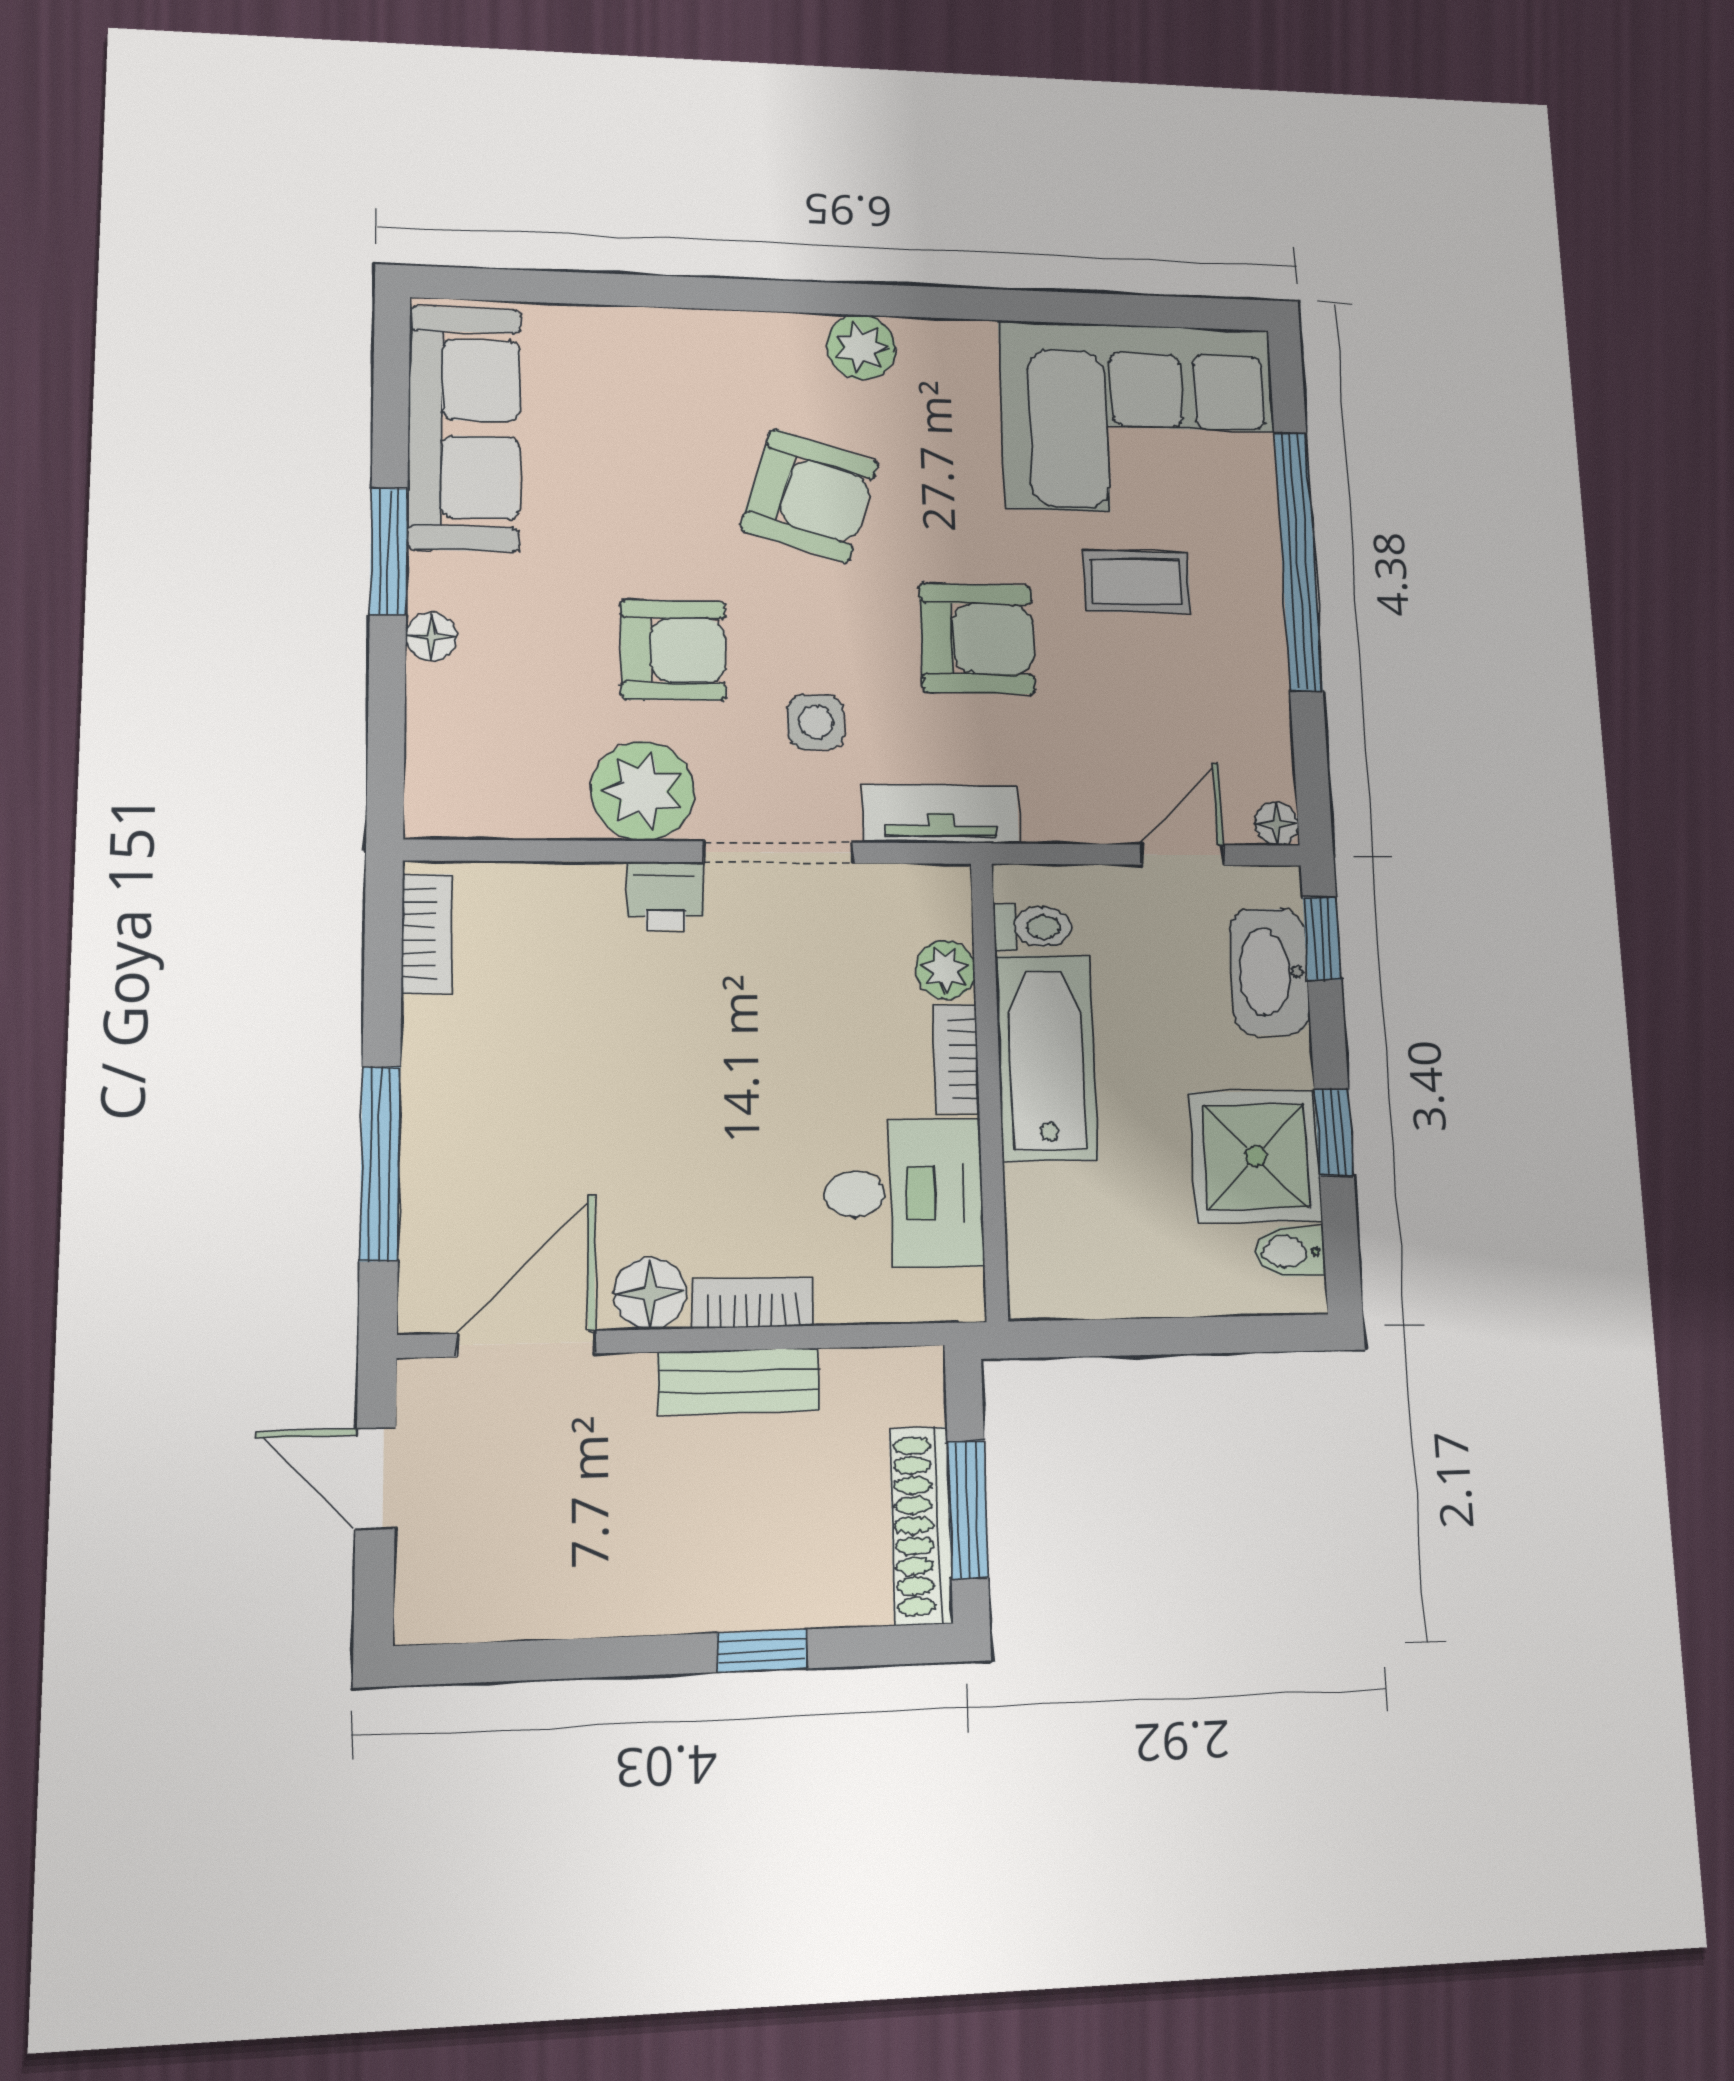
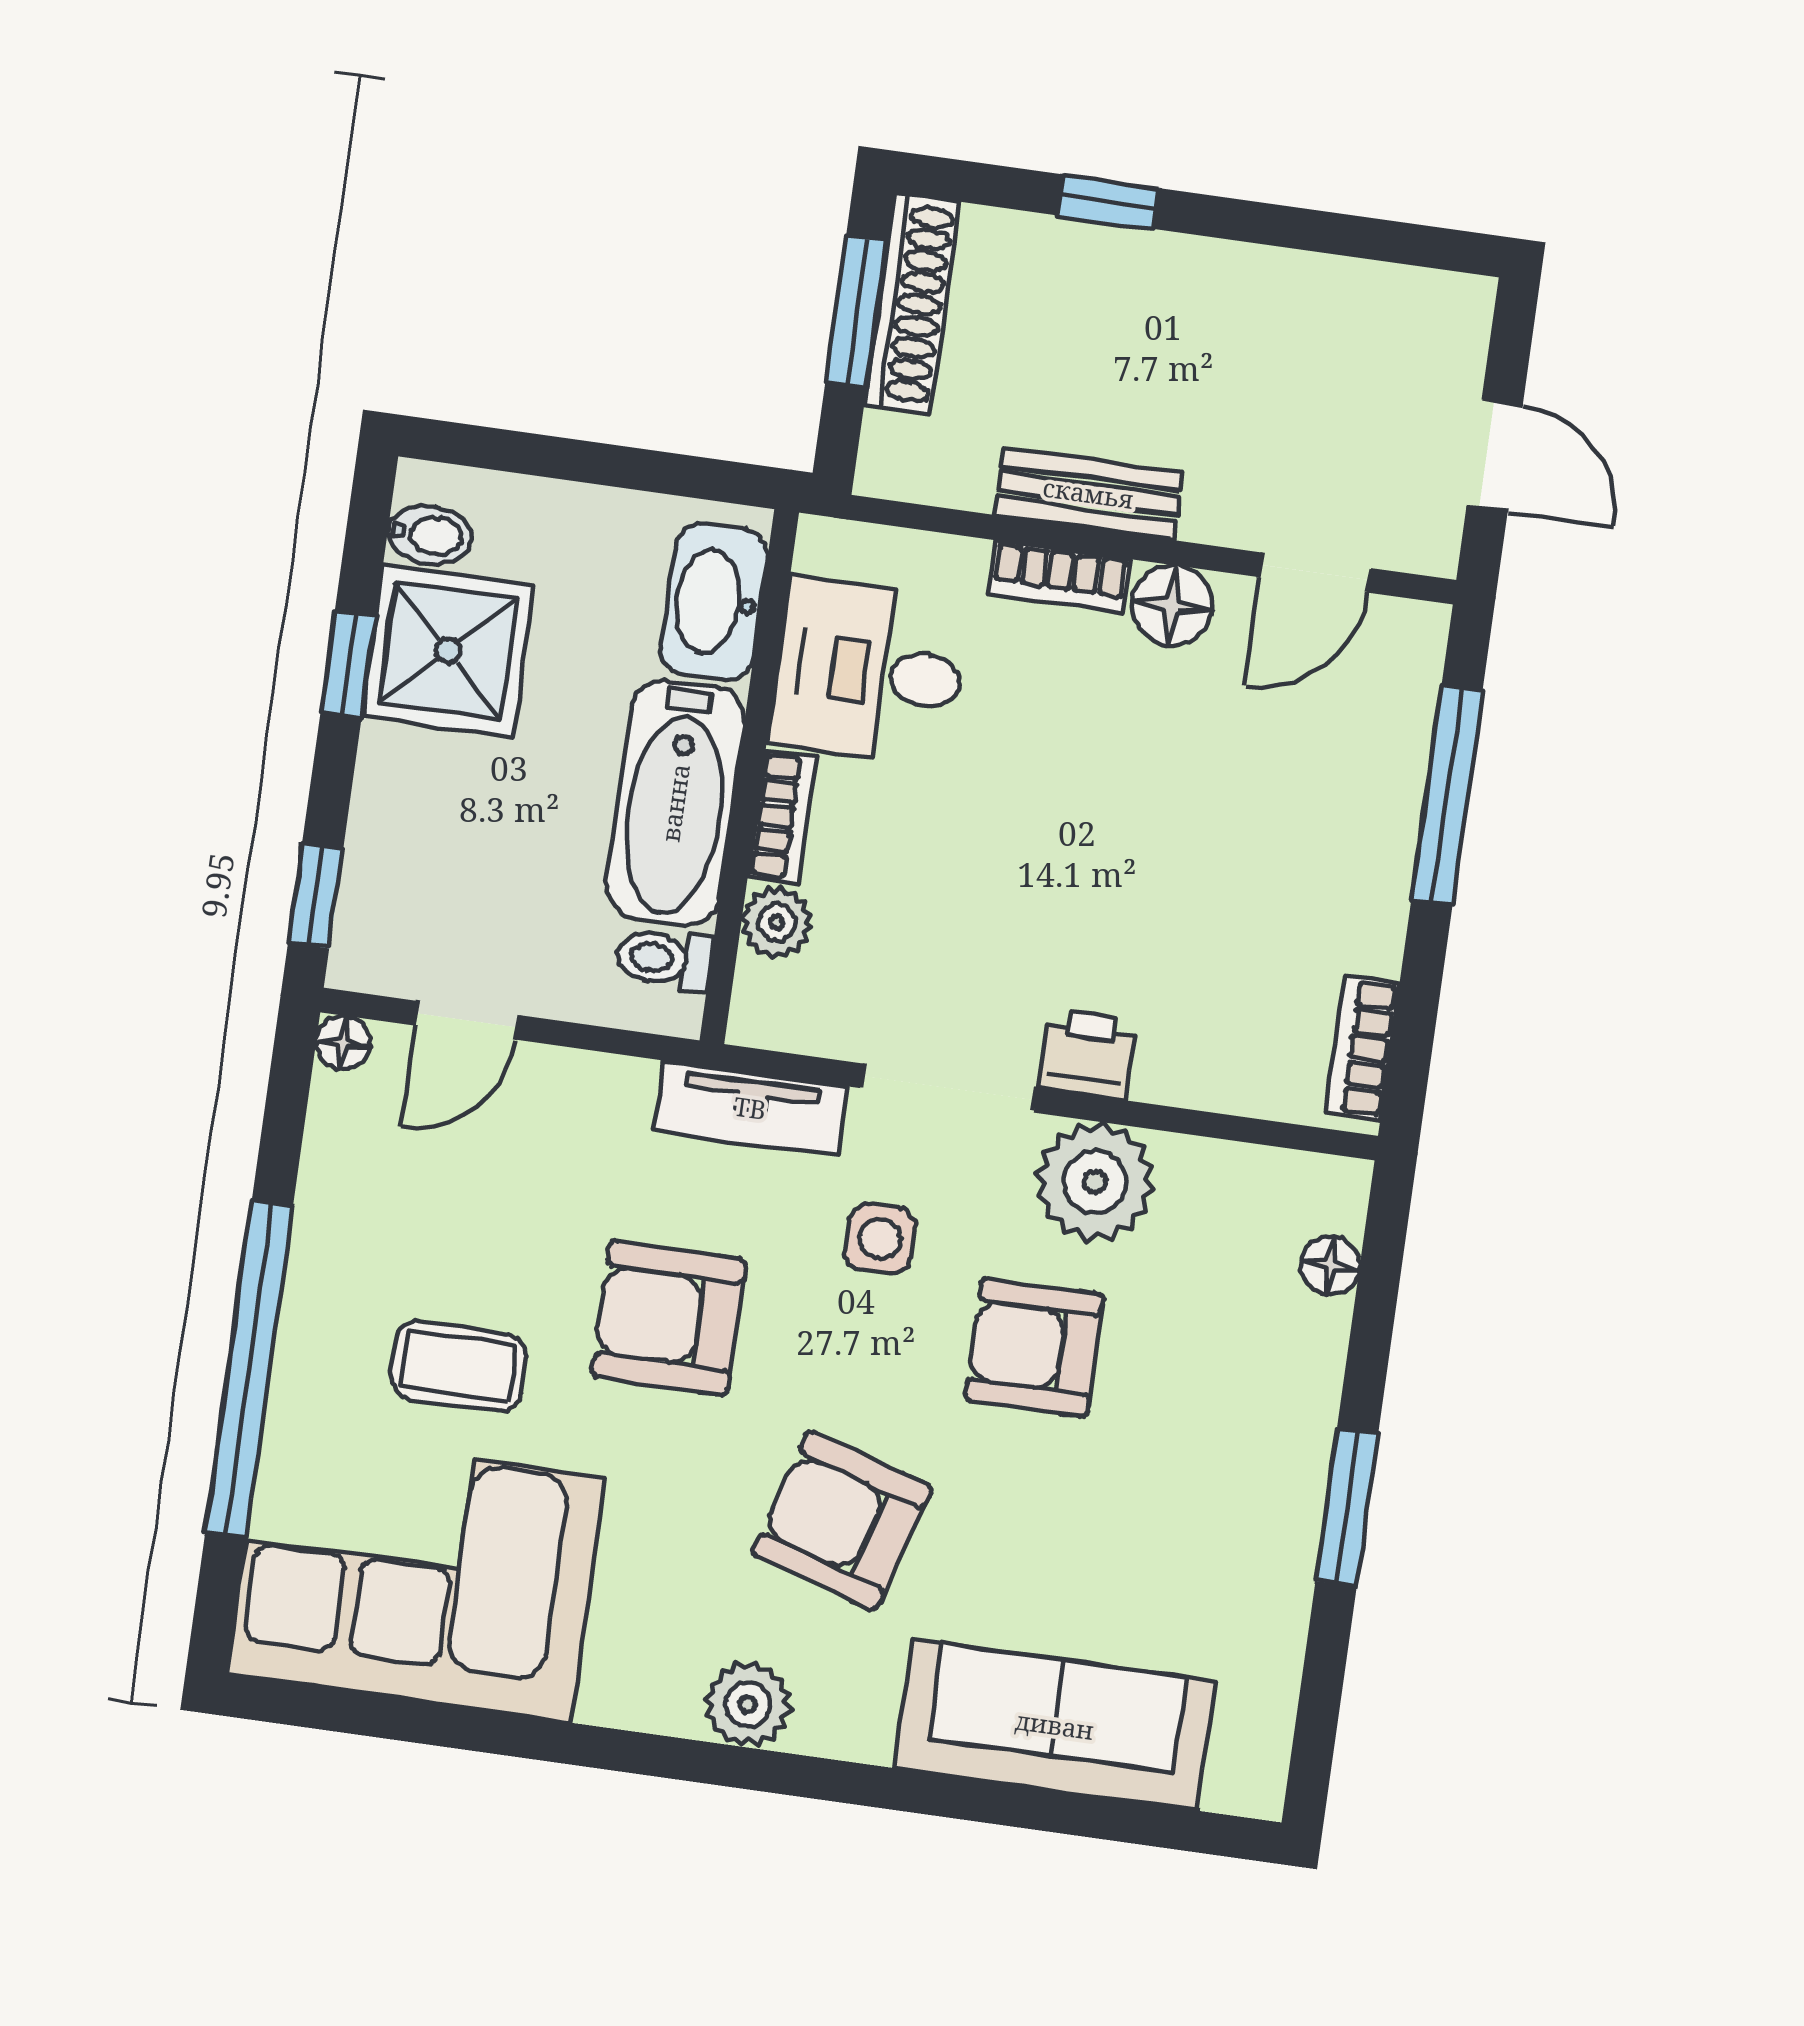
sofa: (464, 428) -> (1055, 1725), moved, turned 90
floor lamp: (431, 637) -> (1330, 1265), moved
washbasin: (1270, 972) -> (714, 602), moved, turned 180
door: (526, 1344) -> (1315, 573), width x0.73

